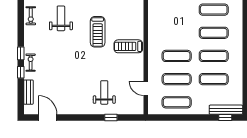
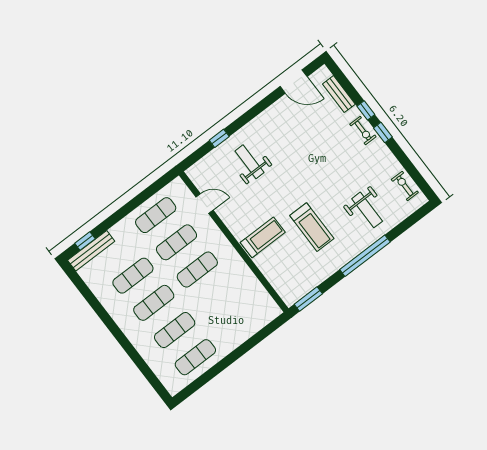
treadmill: (98, 32) -> (312, 227), turned 180
weight bench: (104, 92) -> (250, 162), turned 180

